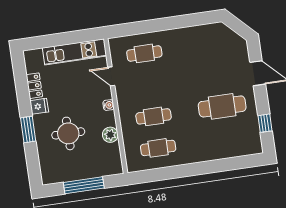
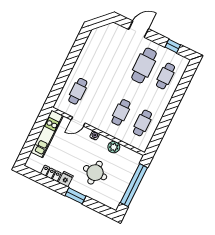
cafe table: (227, 138) -> (166, 76), added
window: (84, 185) -> (134, 185), width x1.46

